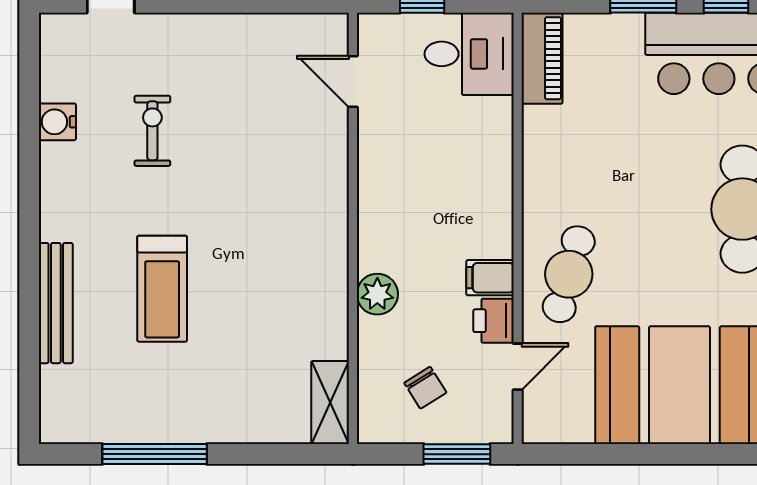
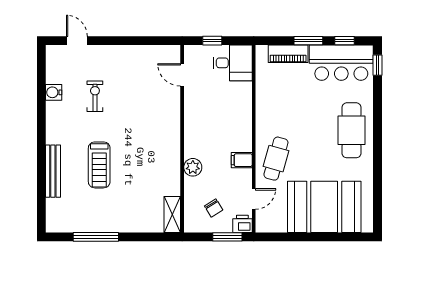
piano: (542, 58) -> (288, 54), moved, turned 90
printer: (494, 321) -> (242, 224), moved, turned 90

